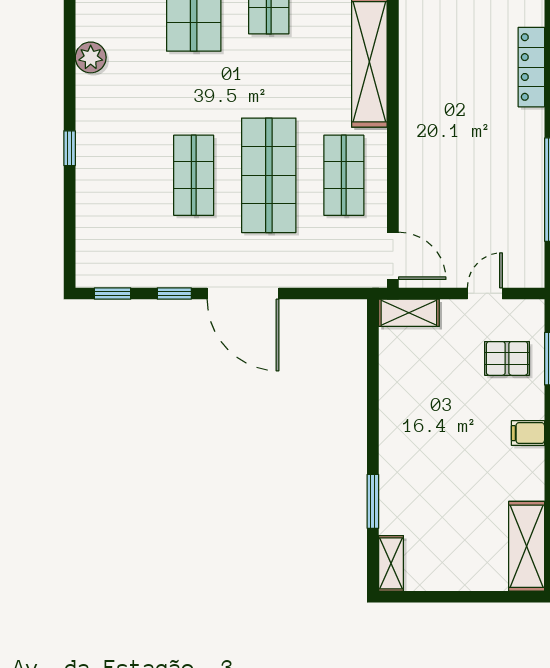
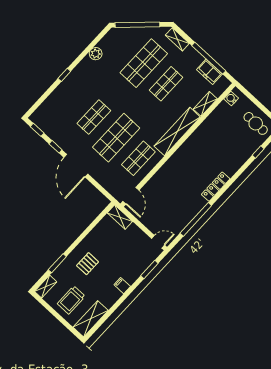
locker: (531, 67) -> (216, 187), moved
door: (485, 293) -> (158, 242), moved
pallet: (507, 358) -> (88, 264), moved, turned 90
trolley: (460, 545) -> (71, 300), added

